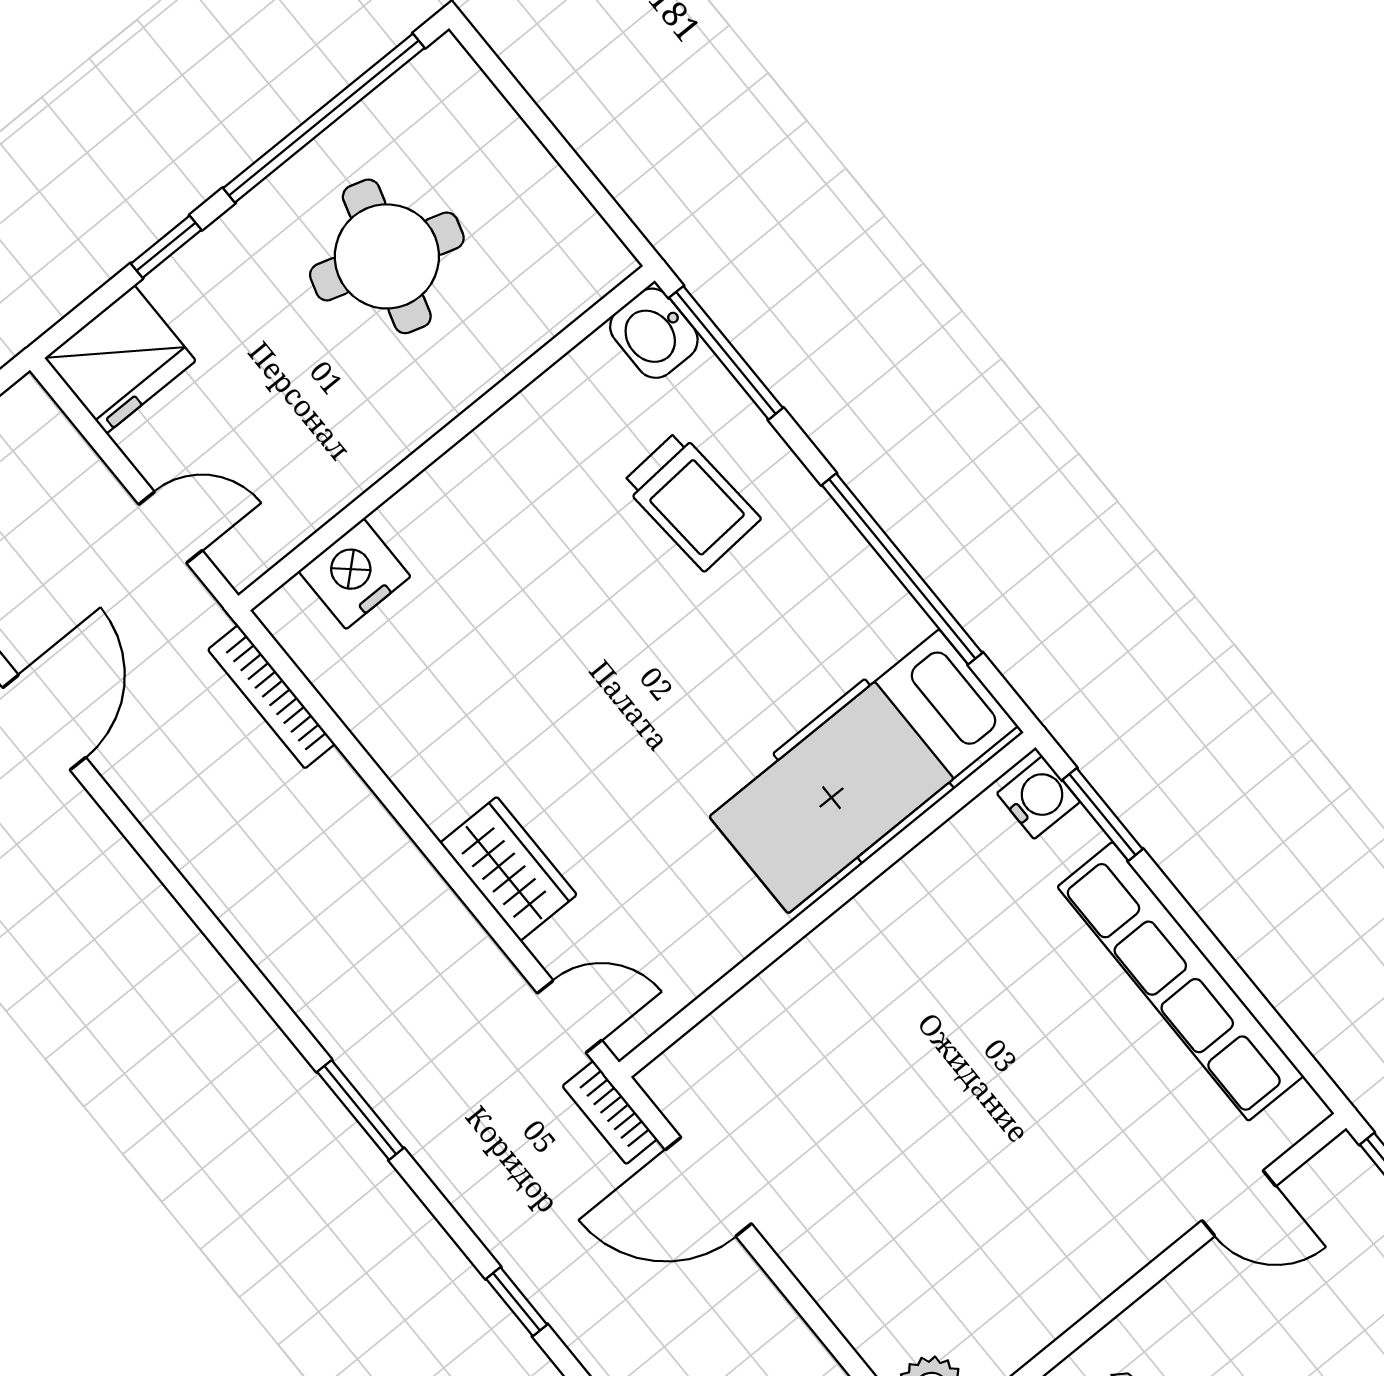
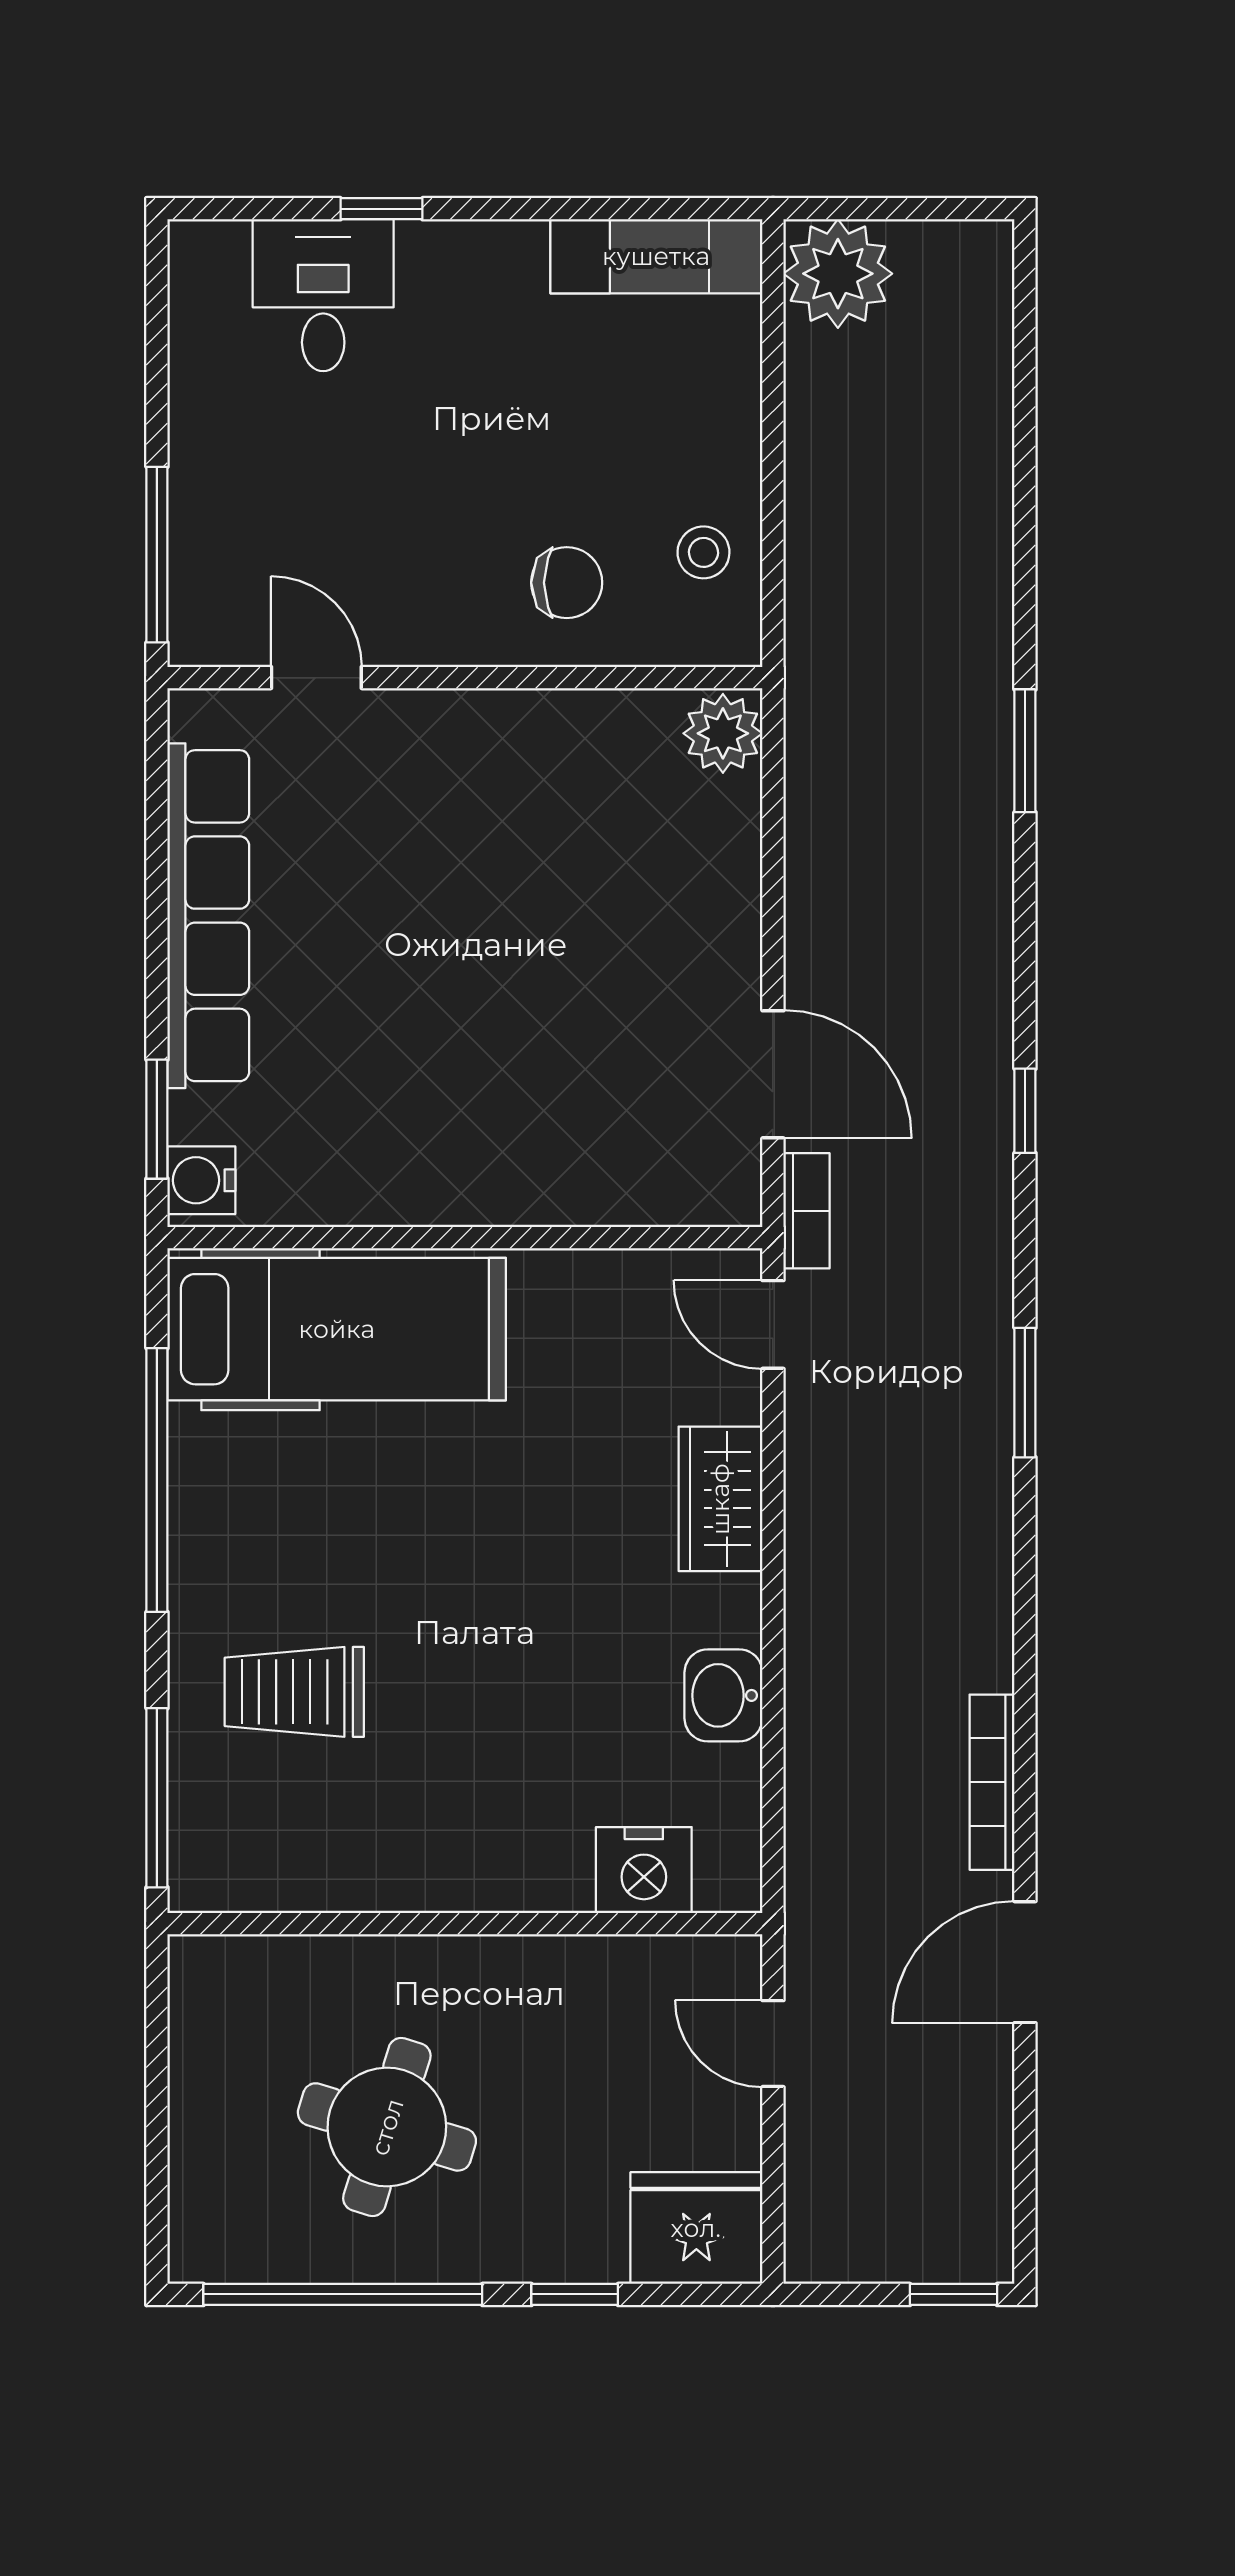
washbasin: (654, 333) -> (723, 1695), moved, turned 180
trolley: (691, 501) -> (294, 1692), turned -86
bookcase: (271, 697) -> (992, 1782), moved, turned 180

